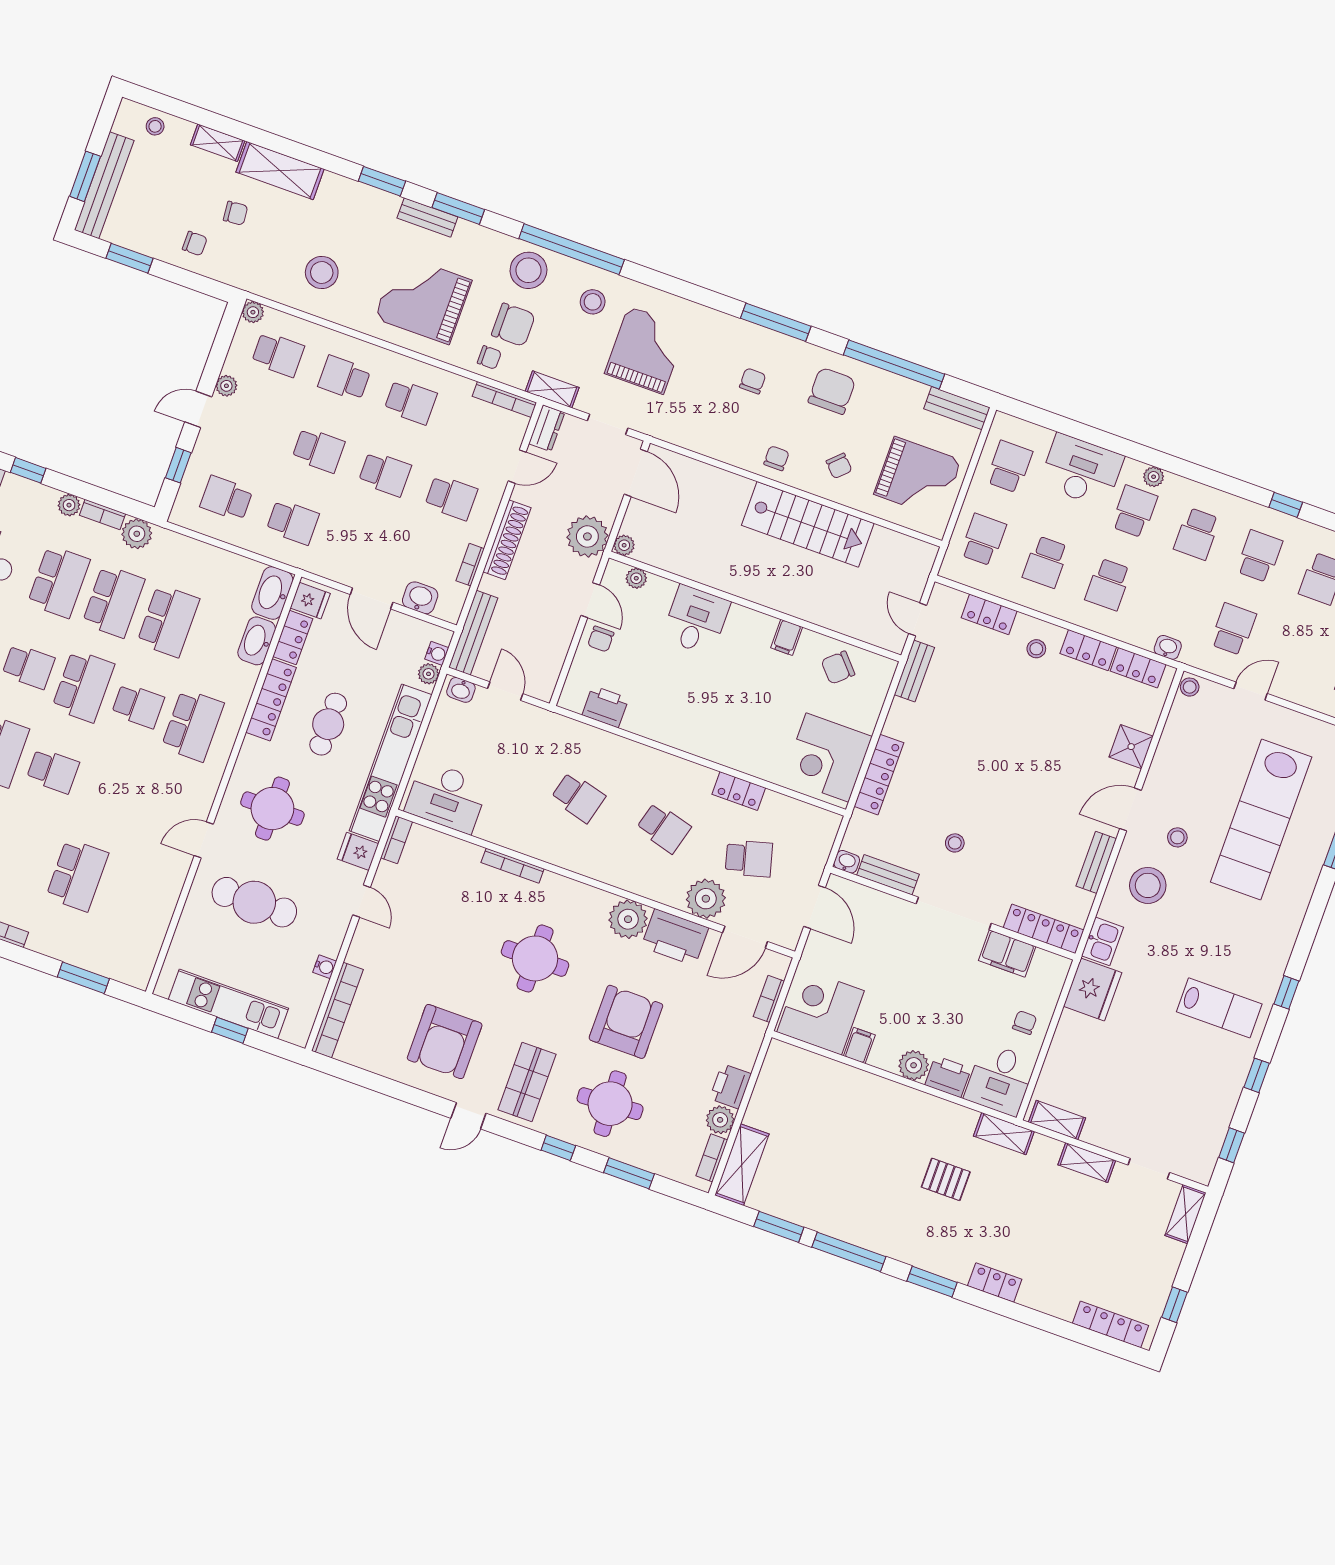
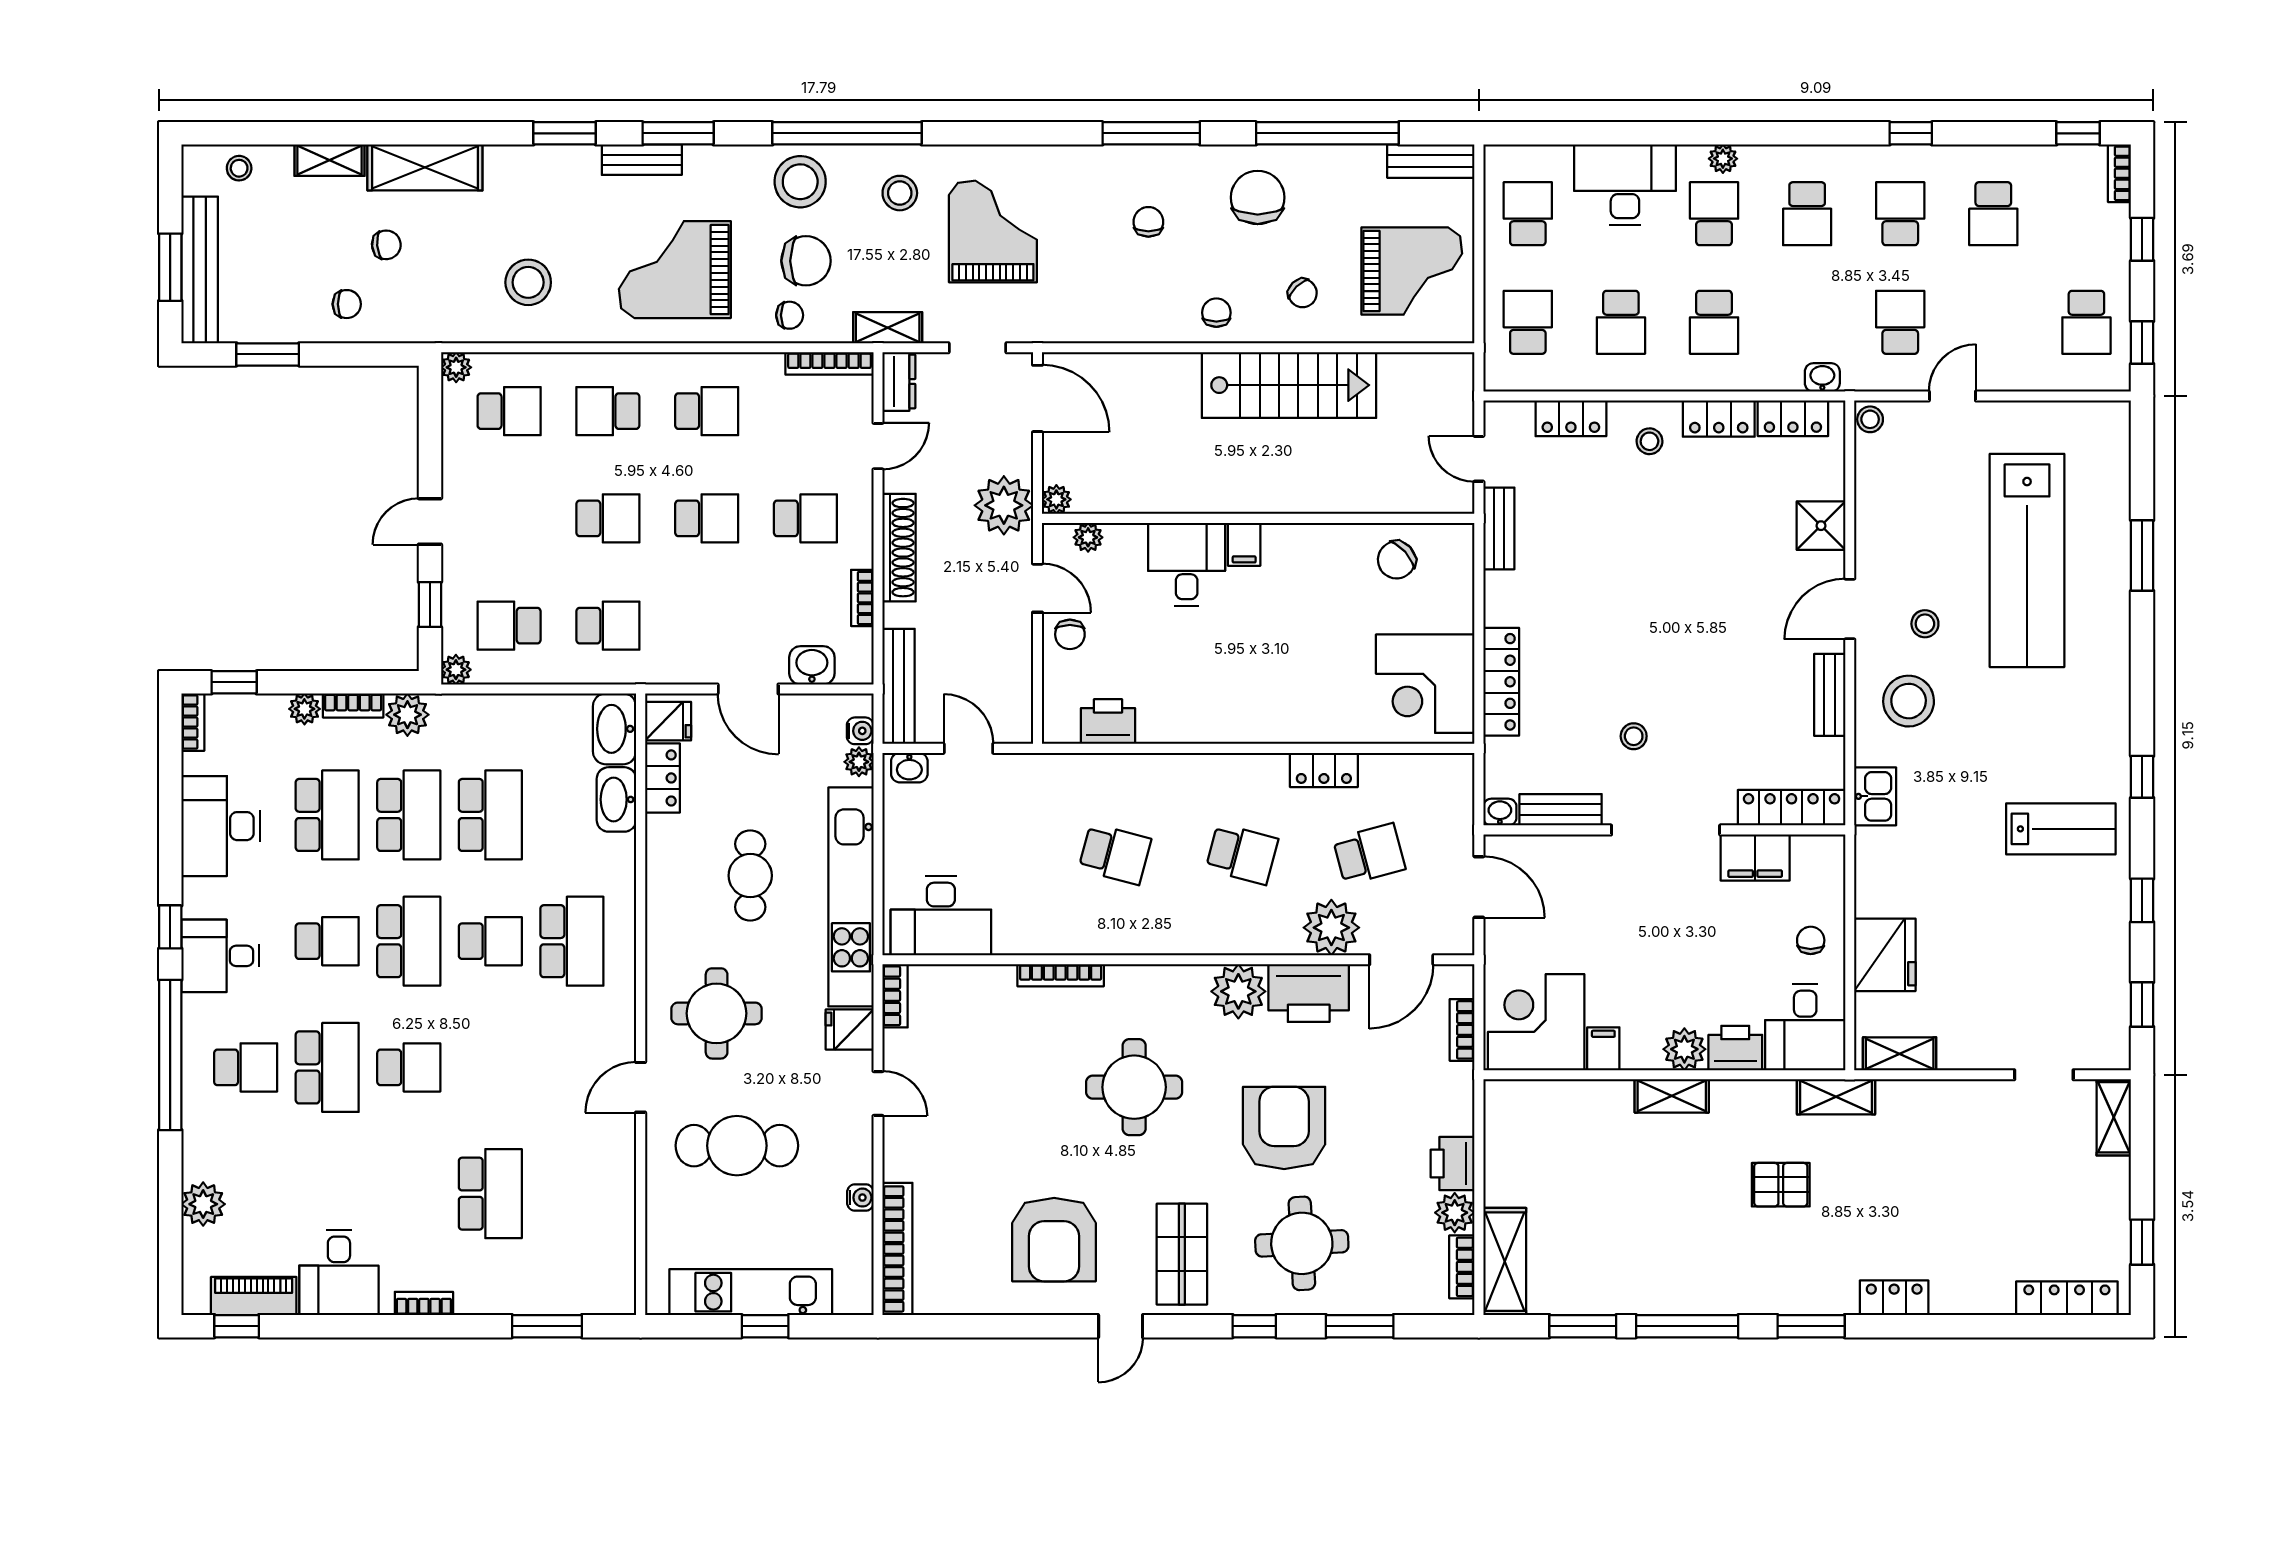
plant: (226, 386) -> (456, 670), moved
filing cabinet: (787, 637) -> (1244, 544), moved
locker: (271, 700) -> (663, 871), removed
fridge: (1093, 990) -> (1885, 955), moved
shelving: (1087, 1163) -> (1672, 1096), moved

